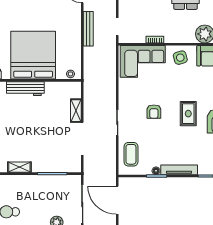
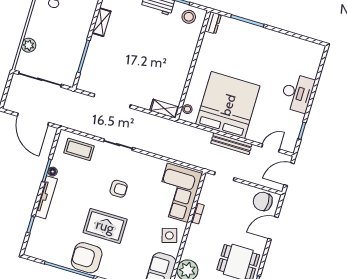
bed: (33, 55) -> (228, 105), moved, turned -90
workbench: (25, 89) -> (186, 55), removed
shelving: (76, 111) -> (164, 109), moved
armchair: (154, 112) -> (119, 189), turned 180
rug: (188, 114) -> (105, 226), width x1.36, depth x1.43
door: (117, 200) -> (33, 119), swing flipped

